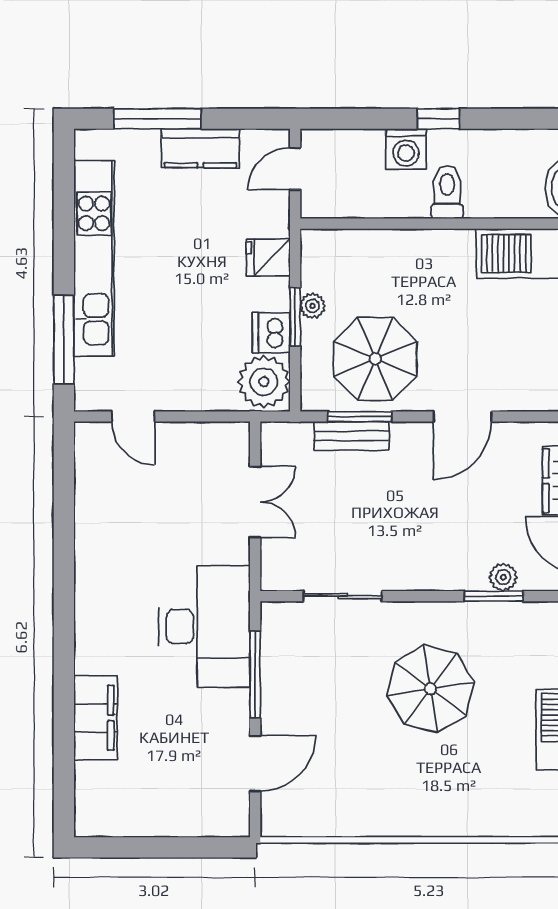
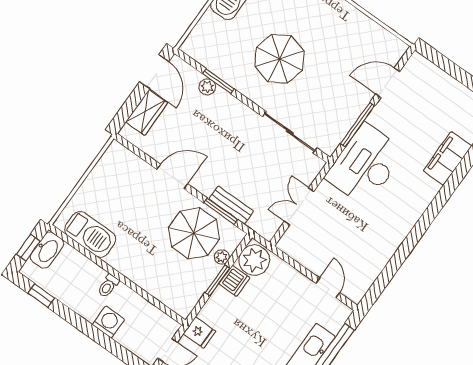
window: (438, 119) -> (41, 296), moved
toilet: (447, 192) -> (108, 286), width x0.73, depth x0.72
fridge: (268, 257) -> (199, 333), moved
plant: (313, 306) -> (222, 257), moved
sliding door: (343, 596) -> (290, 132), width x1.37

